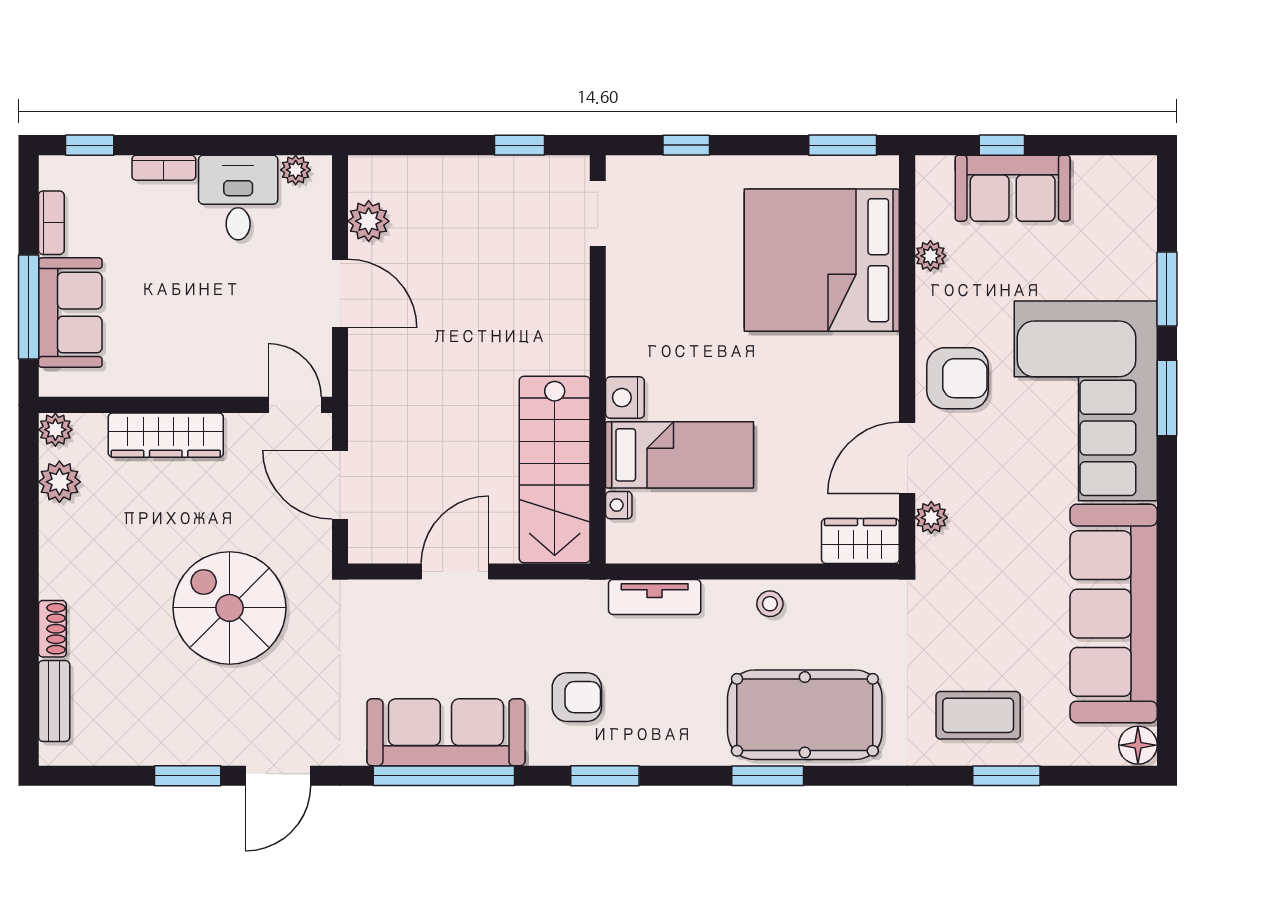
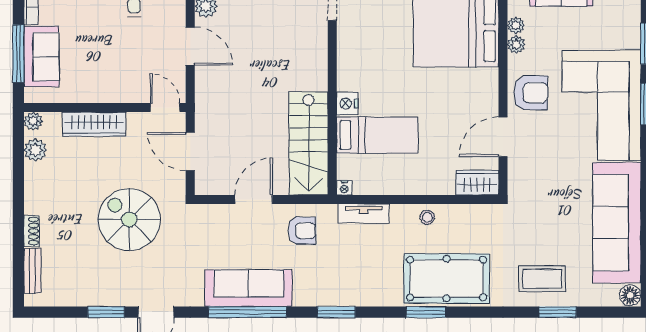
nightstand: (619, 505) -> (344, 188), moved, turned -90
plant: (931, 518) -> (516, 45), moved
armchair: (577, 697) -> (302, 231), moved

